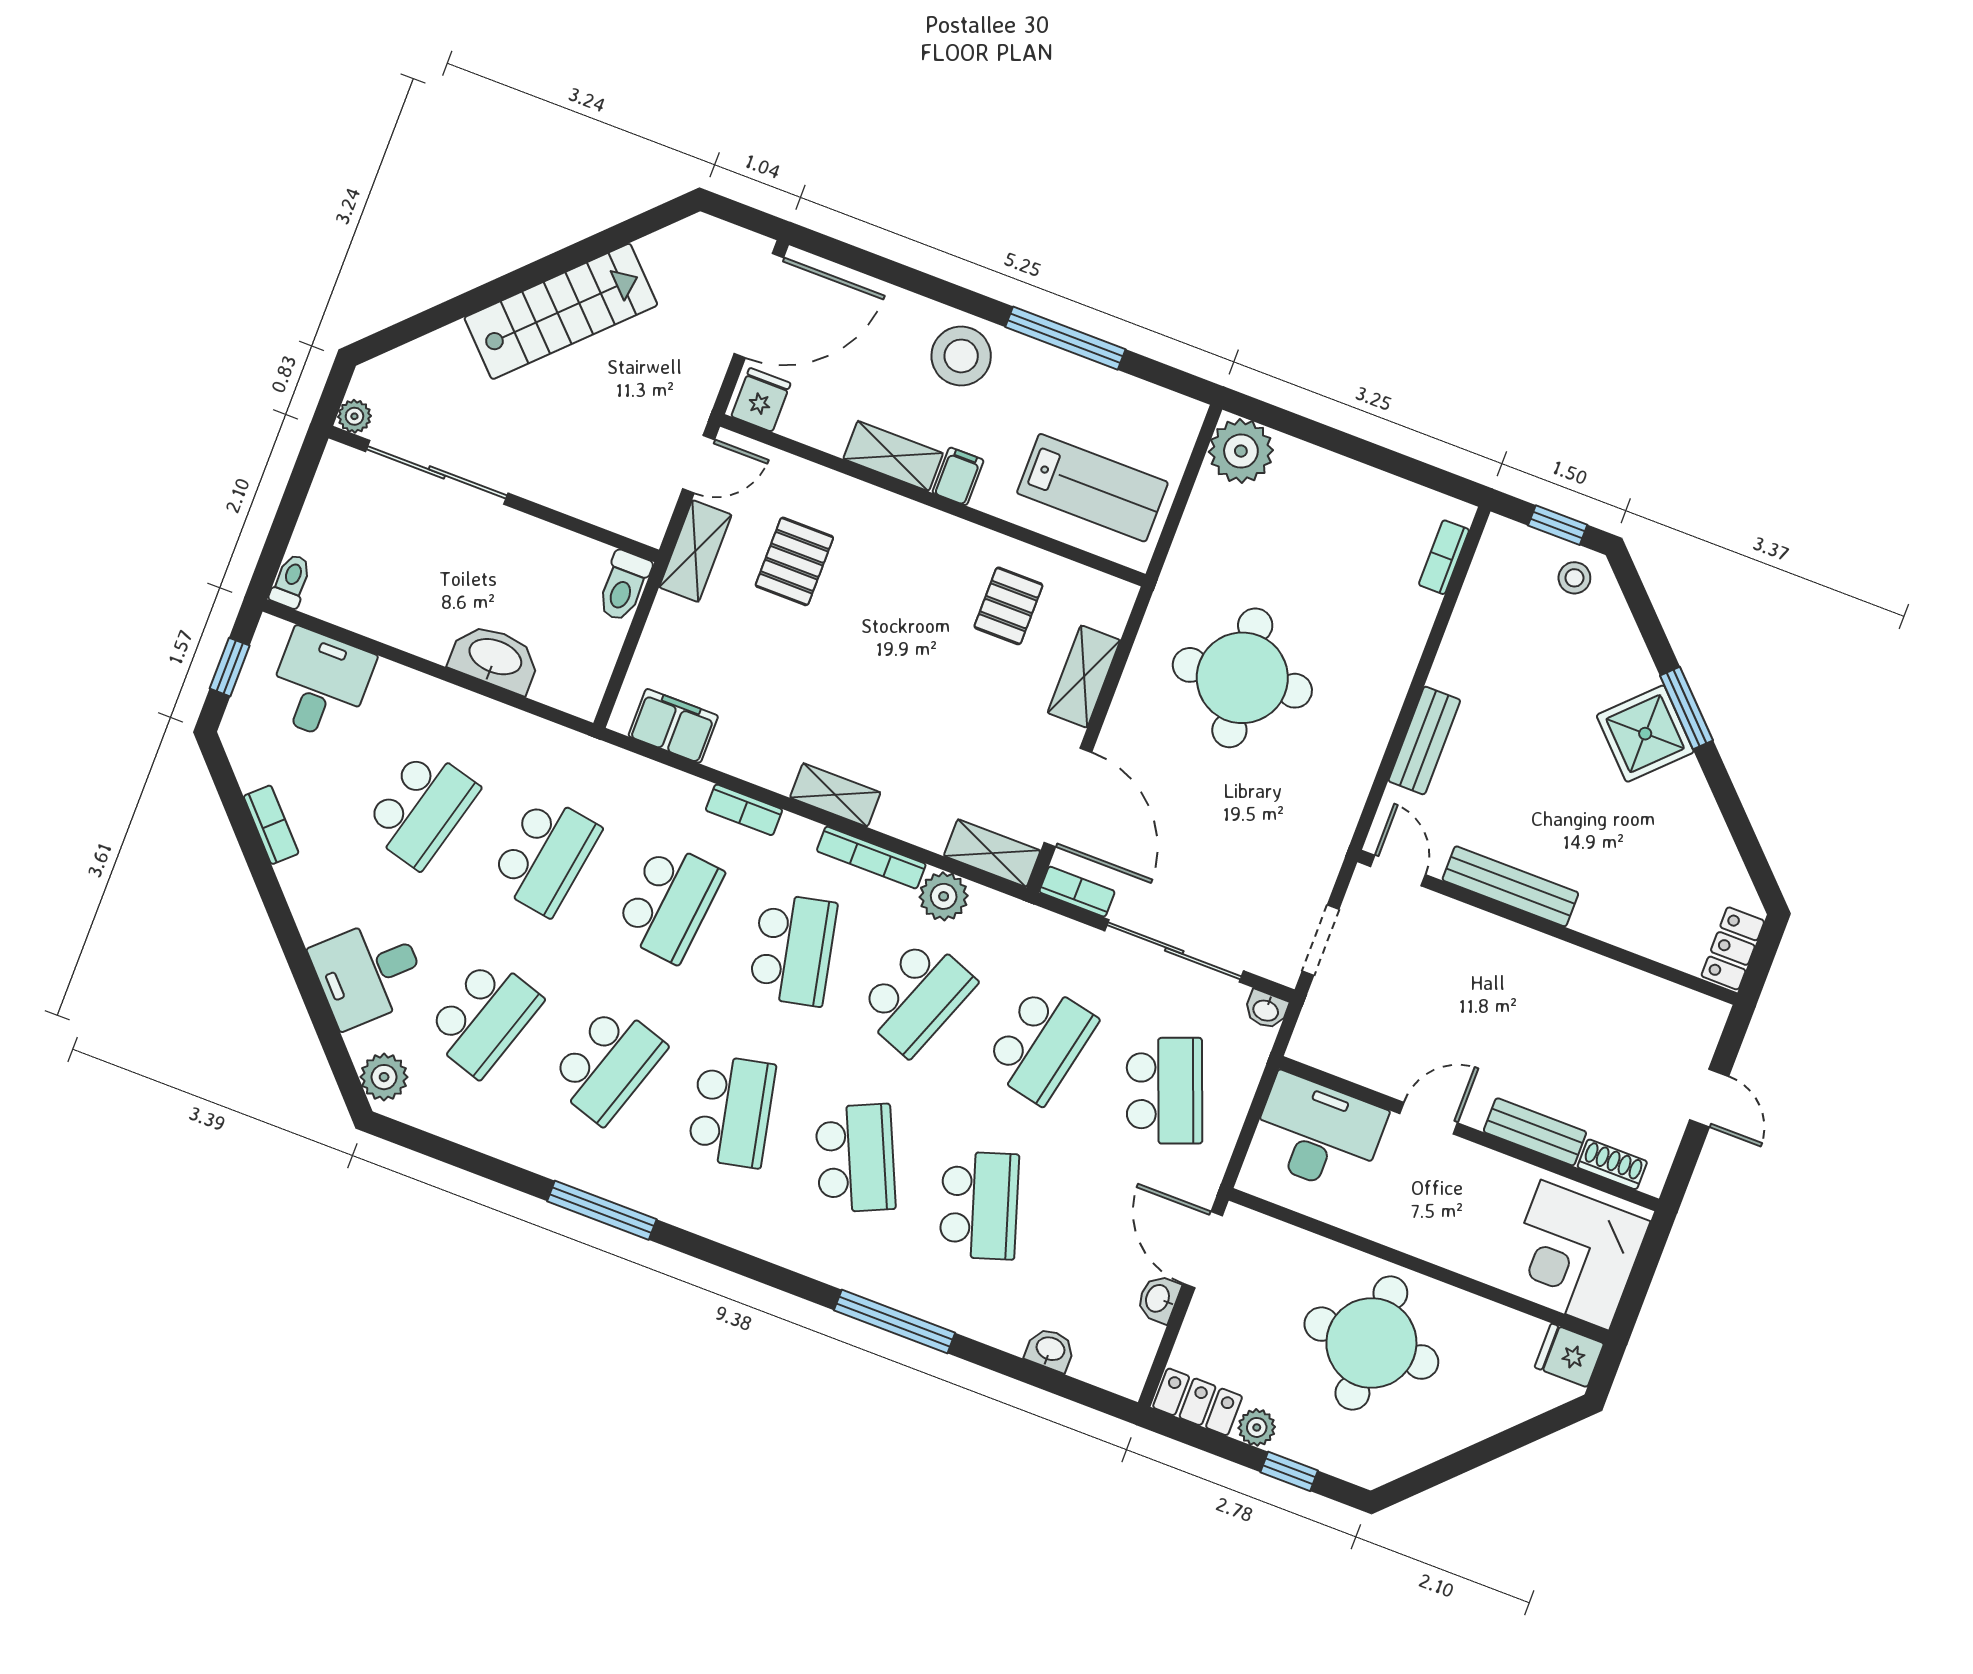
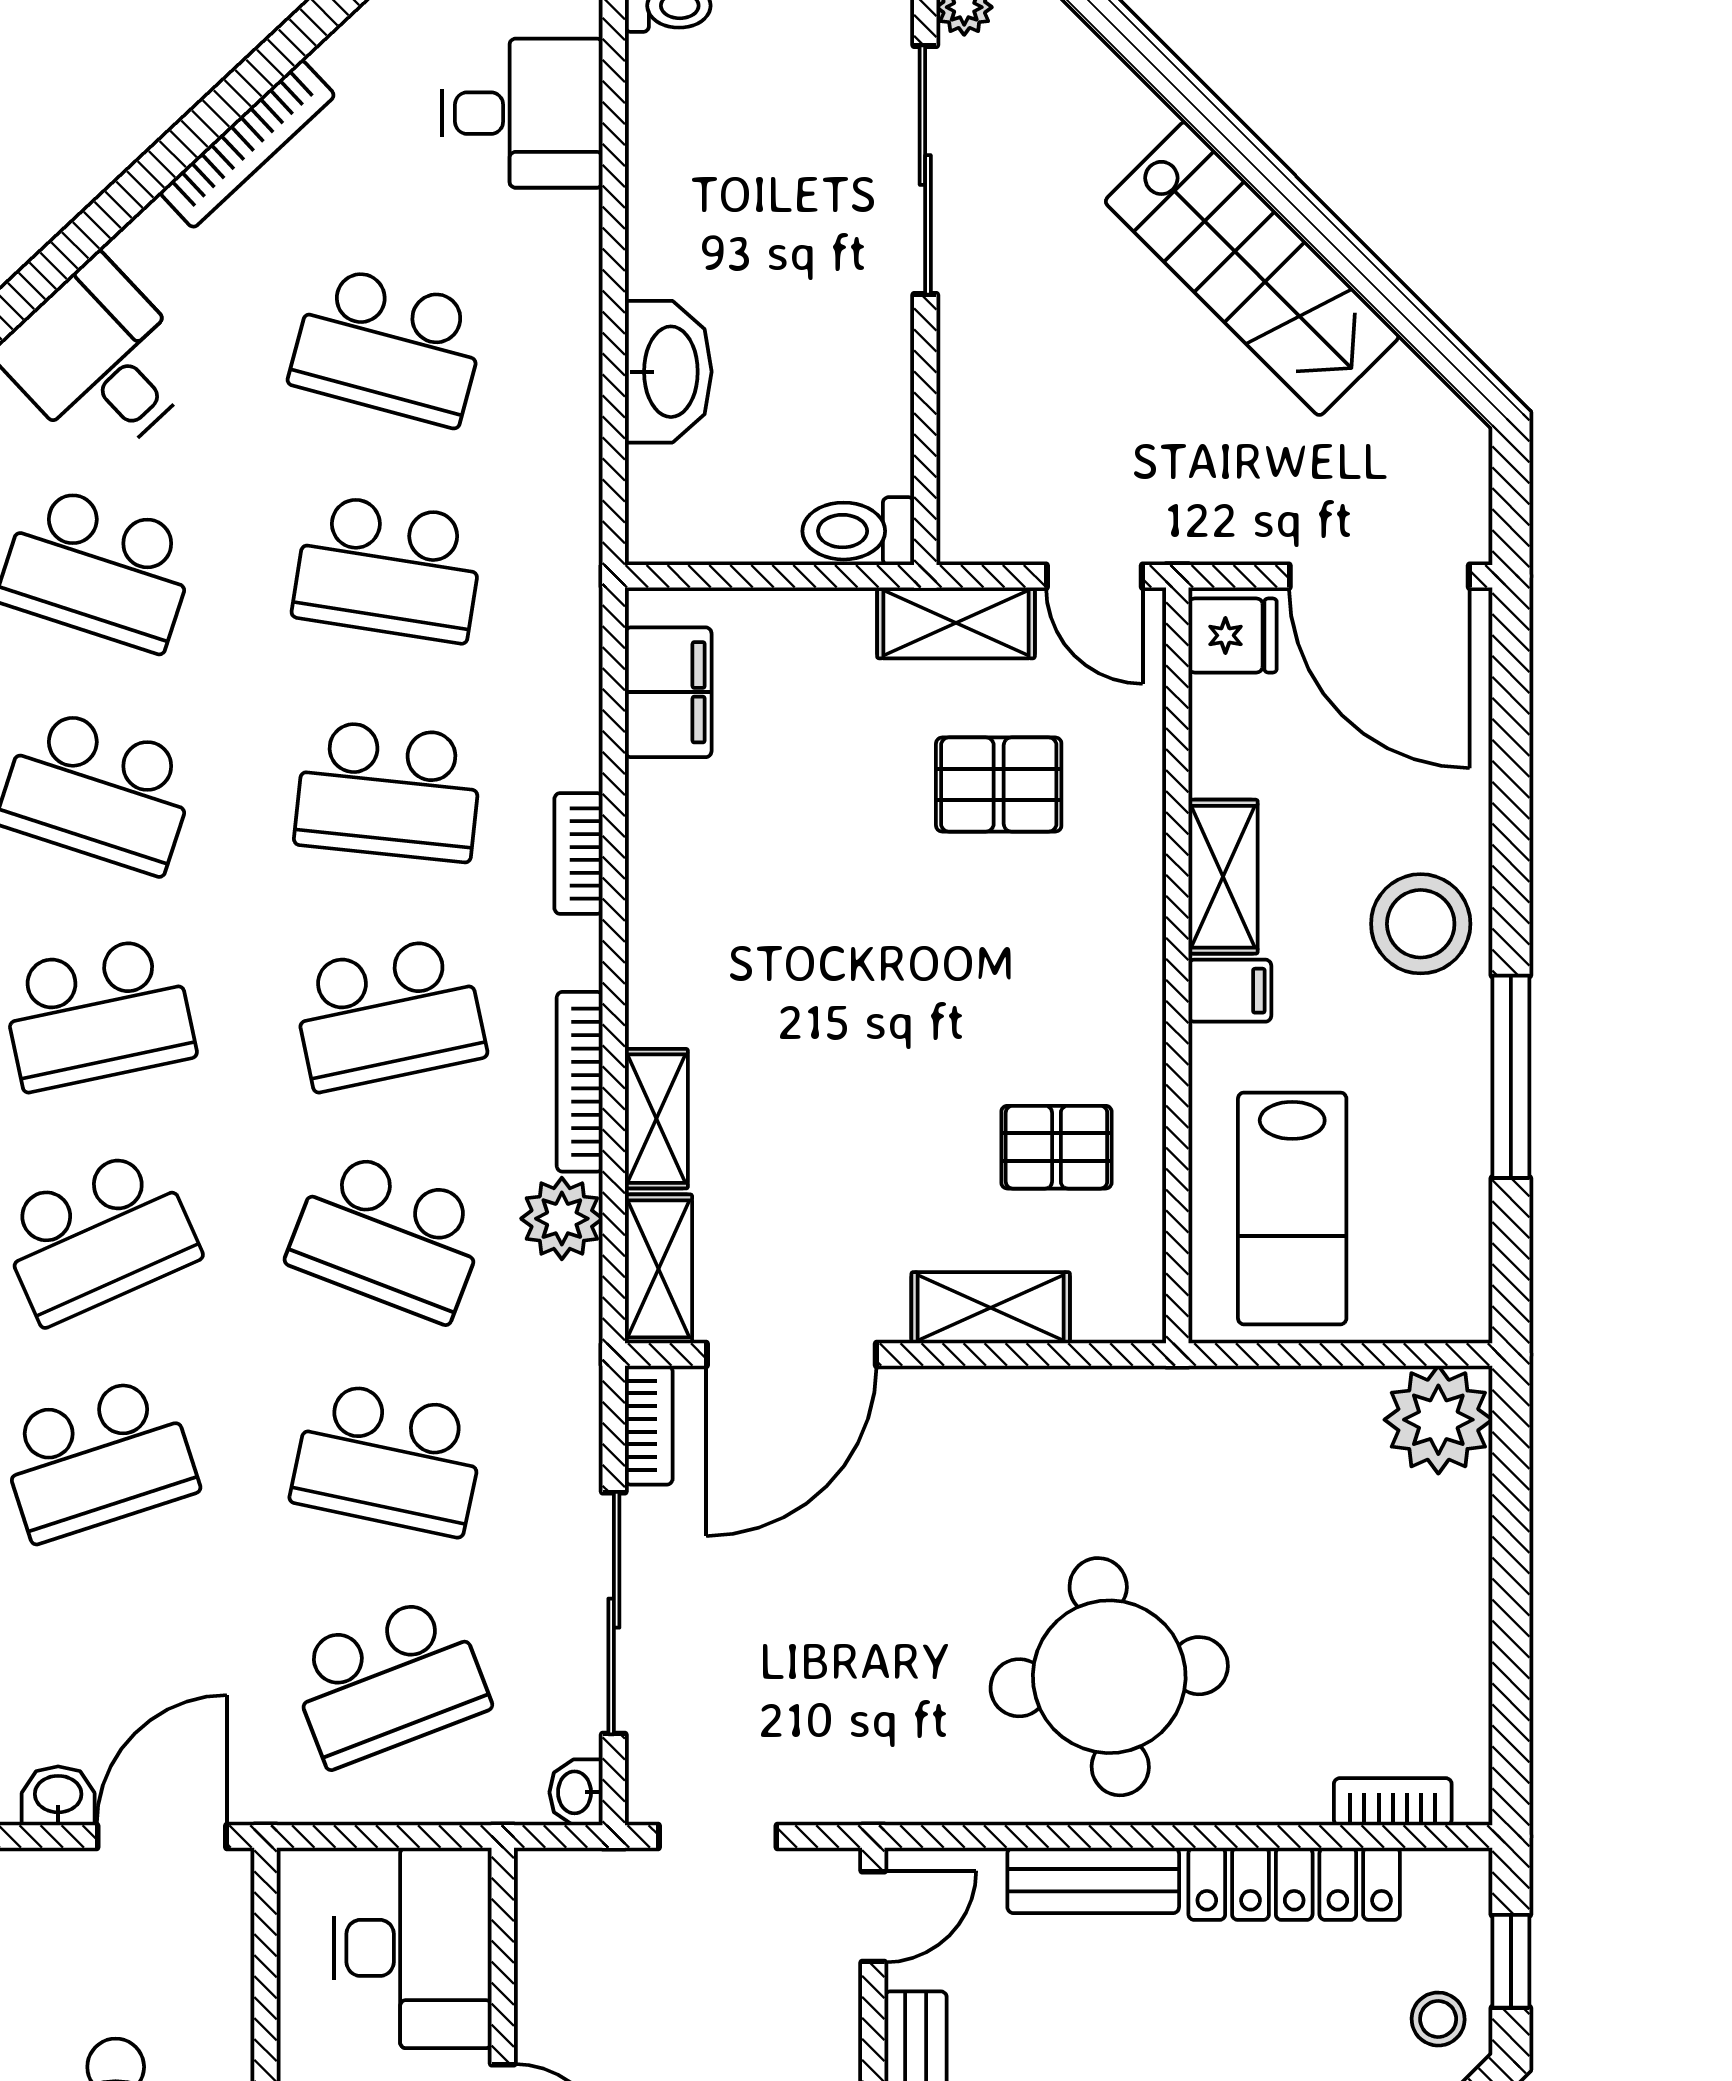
locker: (1469, 629) -> (1294, 1884), added
round table: (1242, 678) -> (1109, 1677), moved
shelving: (835, 795) -> (656, 1119), moved
bookcase: (271, 825) -> (247, 144), width x1.56

